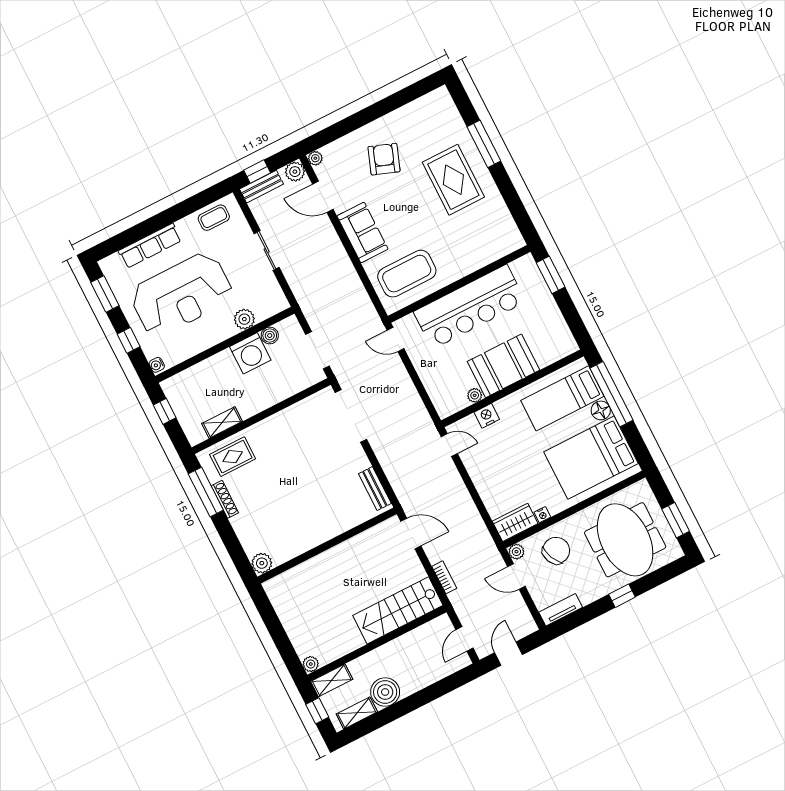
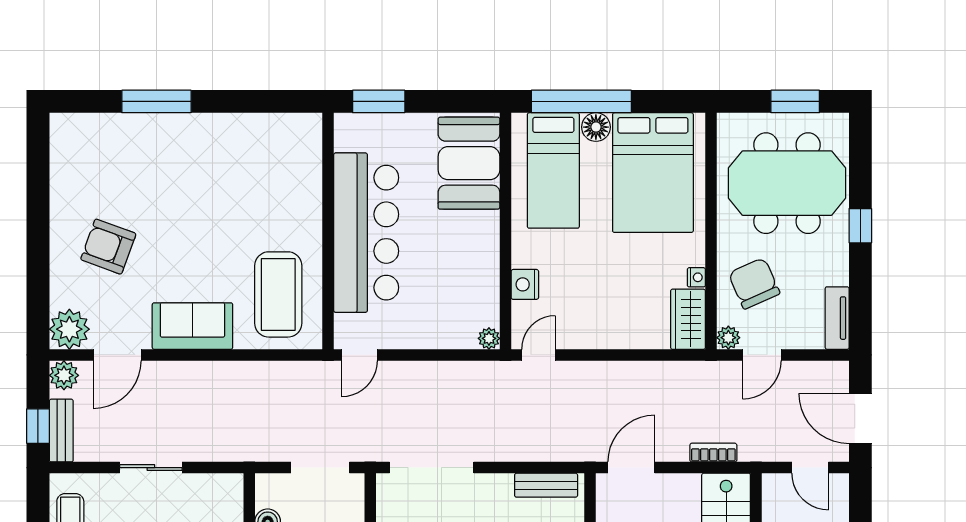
plant: (315, 158) -> (69, 329), width x1.88, depth x1.88
rug: (453, 180) -> (184, 167), removed
booth: (503, 366) -> (469, 163), moved
plant: (475, 395) -> (489, 338), moved
door: (508, 654) -> (860, 419), width x1.37

